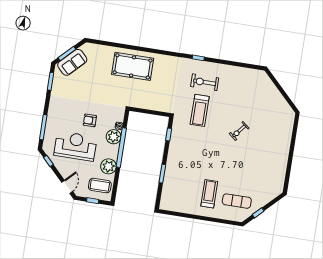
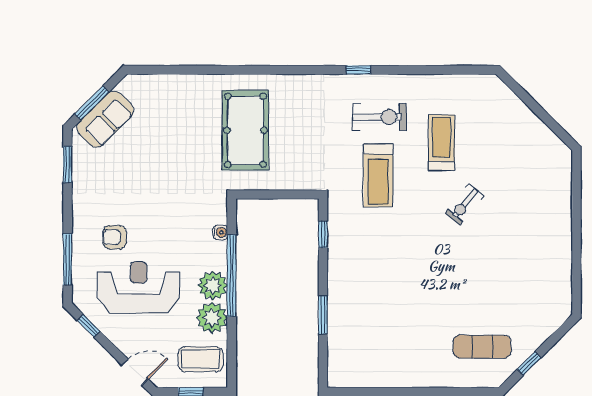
pool table: (133, 66) -> (245, 130), moved, turned 90
exercise bike: (205, 82) -> (379, 117), turned 180
armchair: (90, 120) -> (115, 237), moved
plant: (114, 137) -> (213, 286), moved
door: (67, 187) -> (135, 372), hinge flipped
treadmill: (209, 194) -> (442, 143), moved

